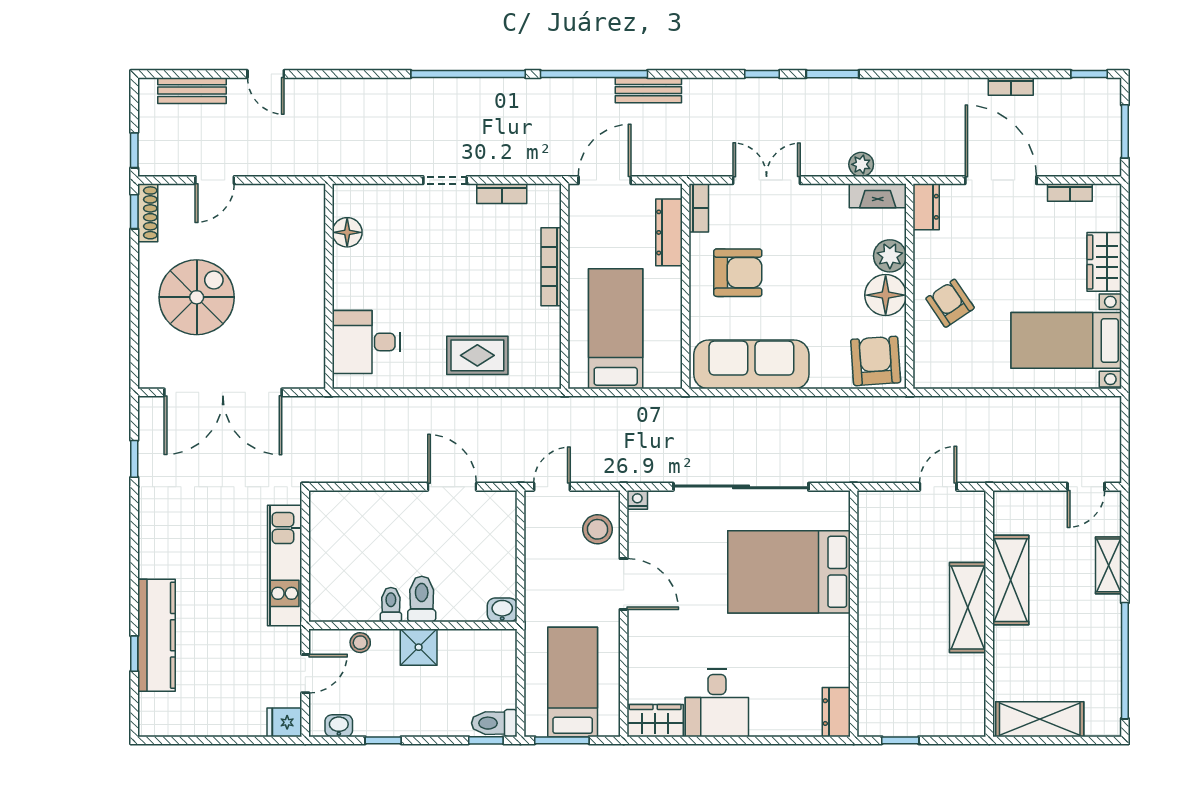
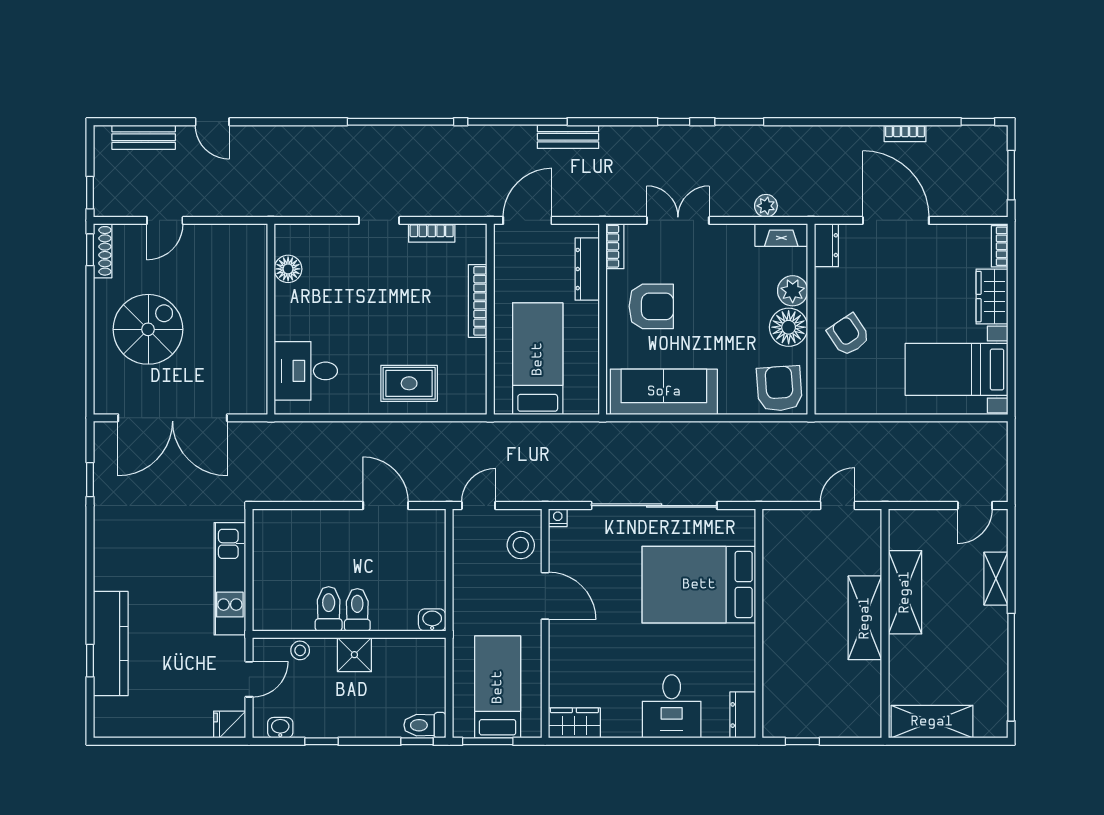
bookcase: (1070, 193) -> (1000, 246), moved, turned 90
toilet: (391, 605) -> (329, 609), width x1.37, depth x1.39
desk: (717, 703) -> (672, 706), moved

